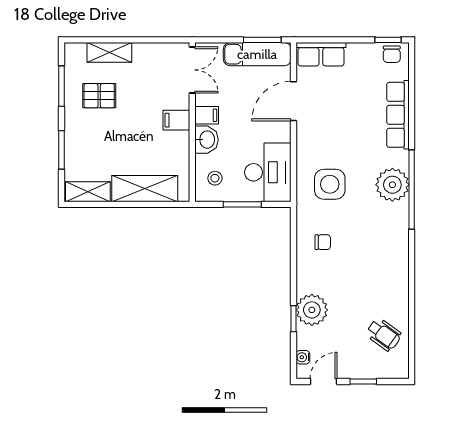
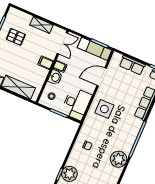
shelving: (109, 52) -> (41, 25), moved
row of seats: (321, 54) -> (132, 65), moved
side table: (330, 184) -> (104, 109), moved
plant: (392, 185) -> (119, 159), moved

